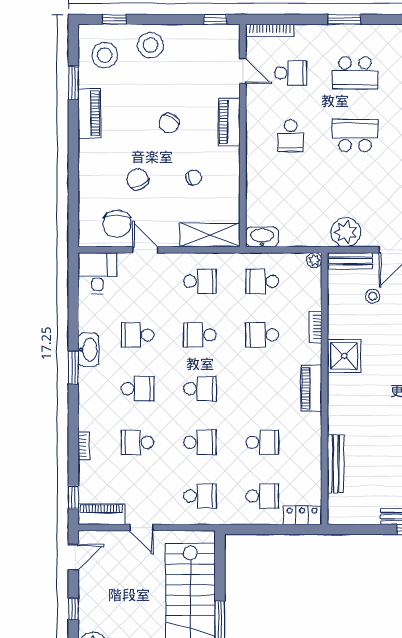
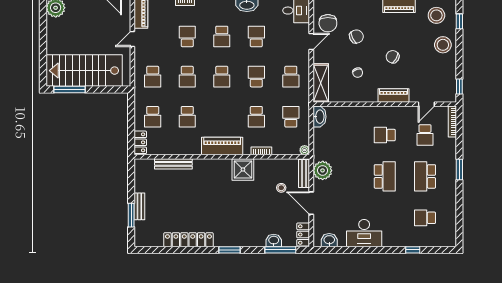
chair: (117, 224) -> (328, 23), turned -90
school desk: (262, 335) -> (256, 117), turned 180
piano: (311, 388) -> (222, 146), width x1.37, depth x1.33

